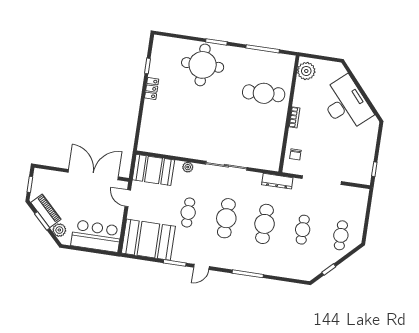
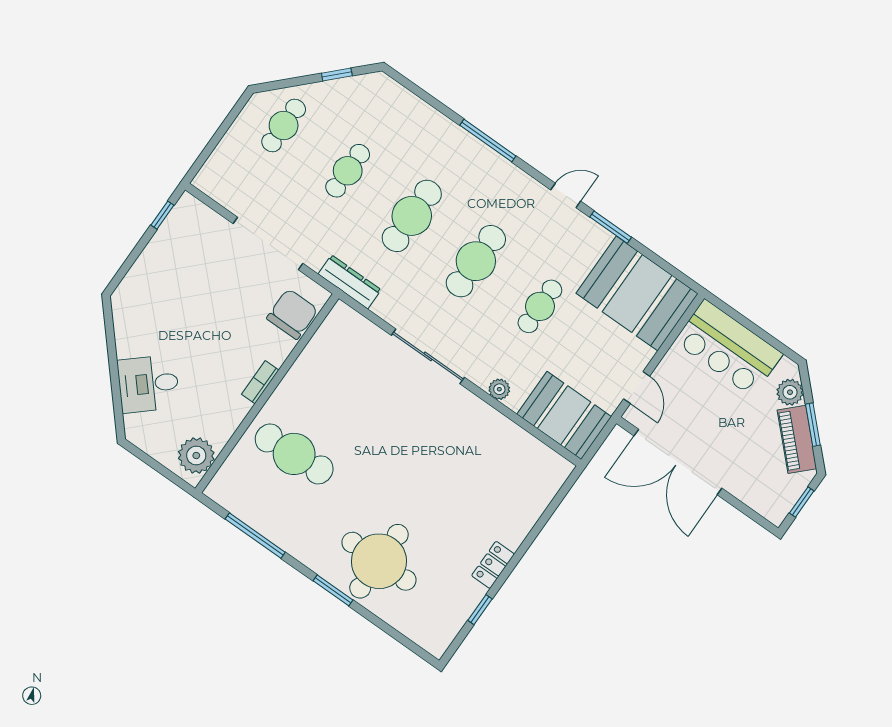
desk: (346, 104) -> (148, 384), width x0.53, depth x0.77
chair: (295, 154) -> (292, 314), width x1.87, depth x1.87

